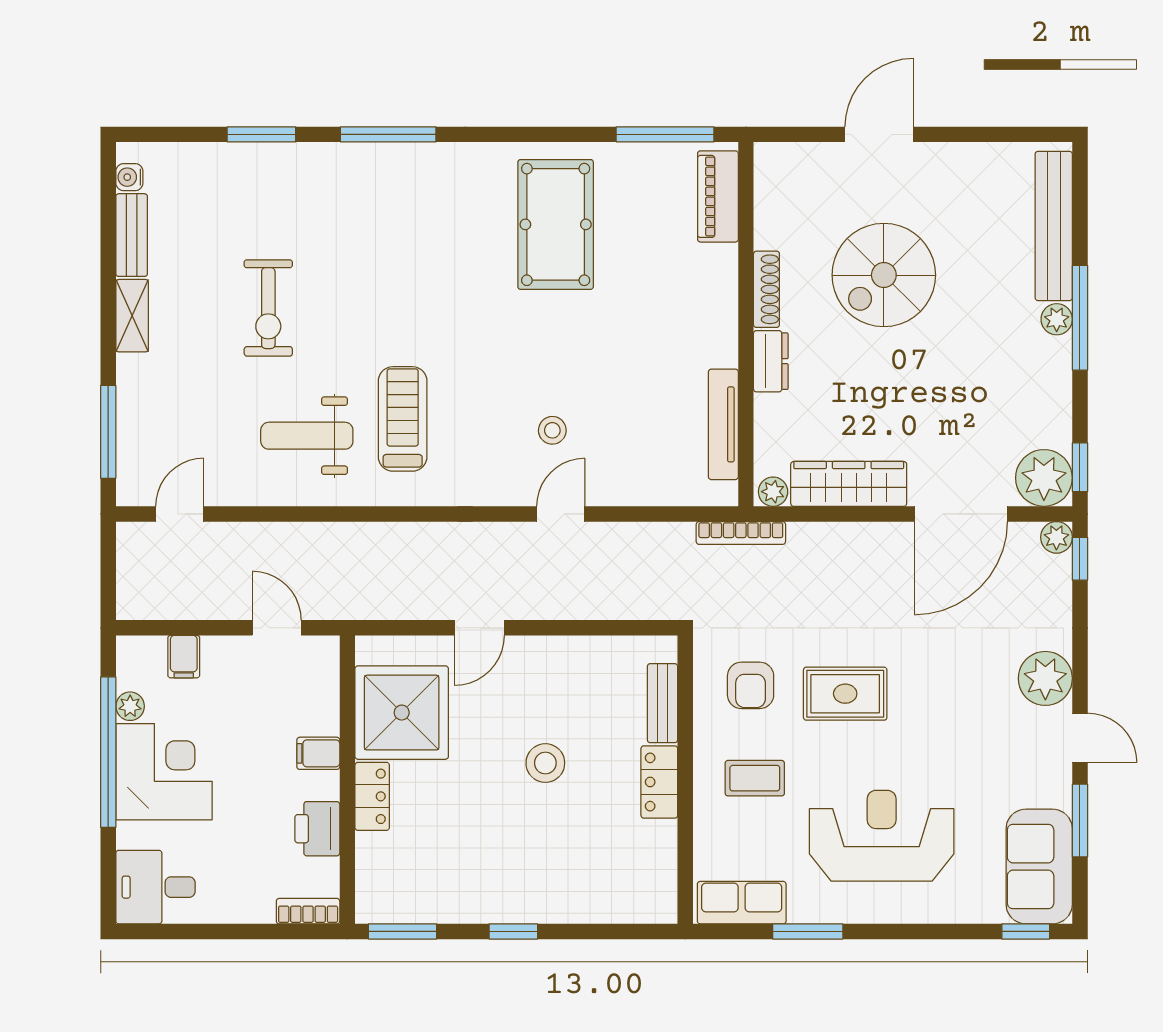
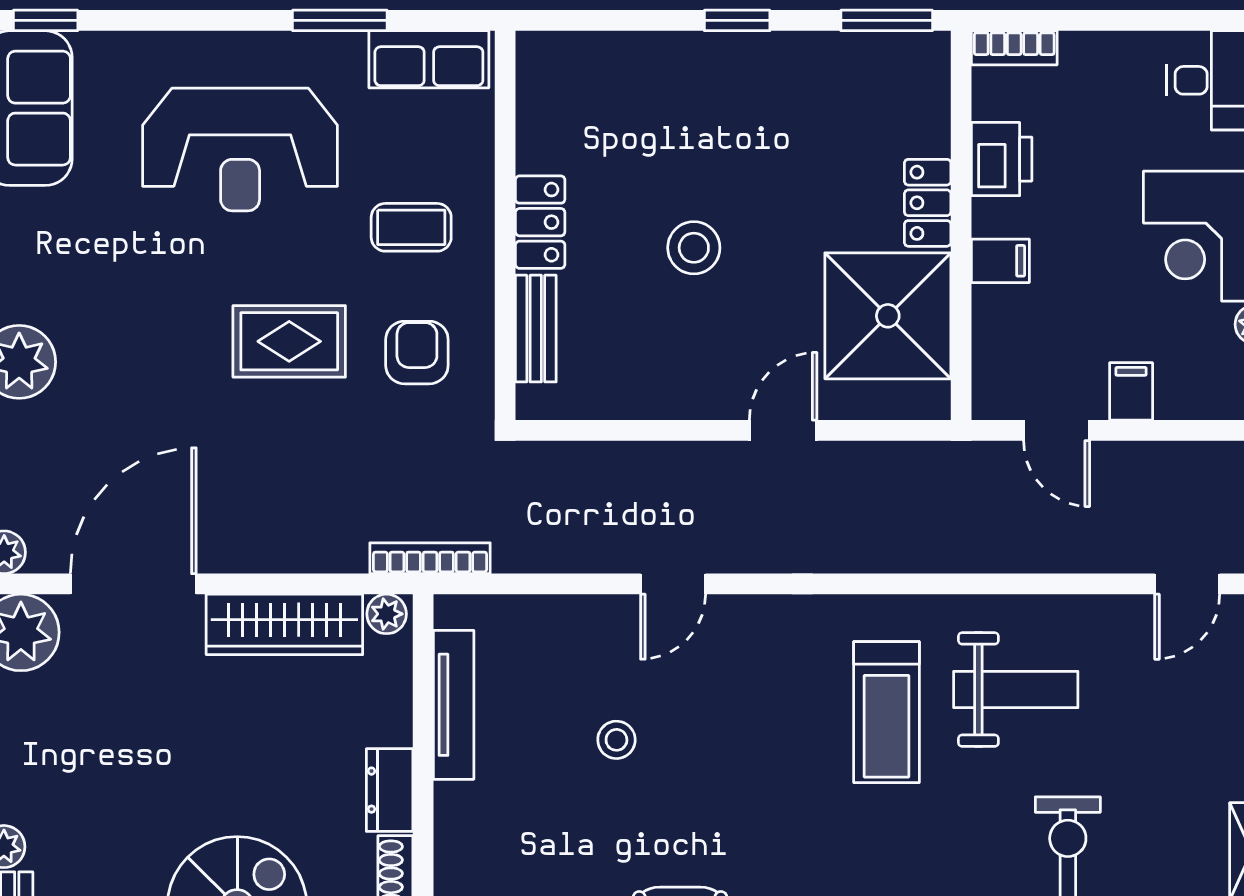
stool: (552, 430) -> (616, 740), moved
filing cabinet: (184, 657) -> (1131, 391), moved

